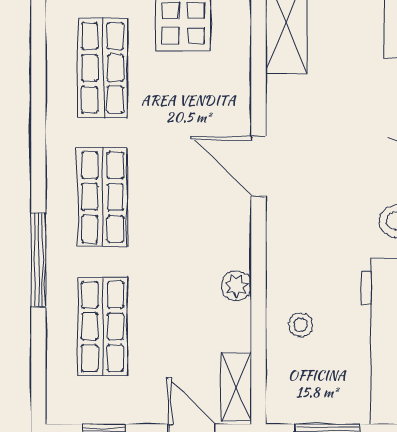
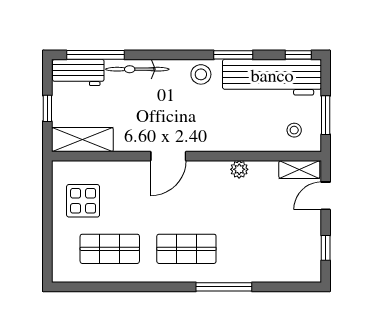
stool: (301, 325) -> (294, 130), moved
shop shelf: (103, 326) -> (263, 249), removed

